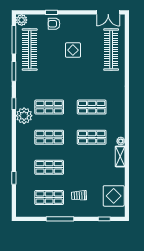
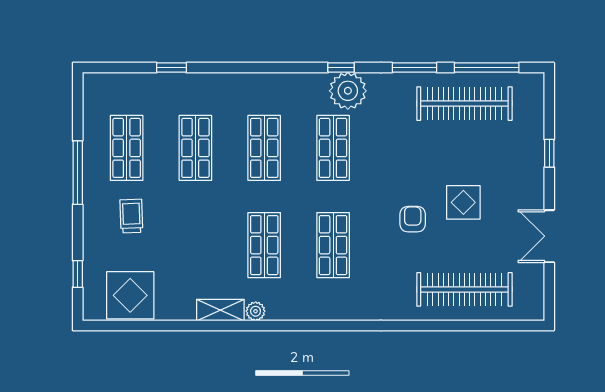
double door: (108, 12) -> (549, 236), moved
plant: (22, 20) -> (532, 85), removed
armchair: (54, 24) -> (413, 219), moved
plant: (24, 116) -> (348, 91), moved

